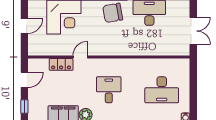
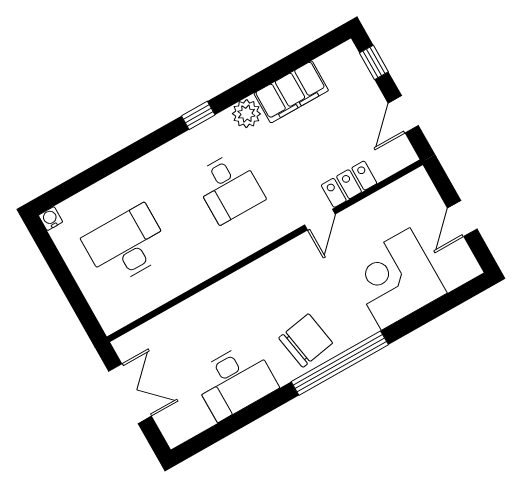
double door: (193, 31) -> (130, 394), swing flipped

